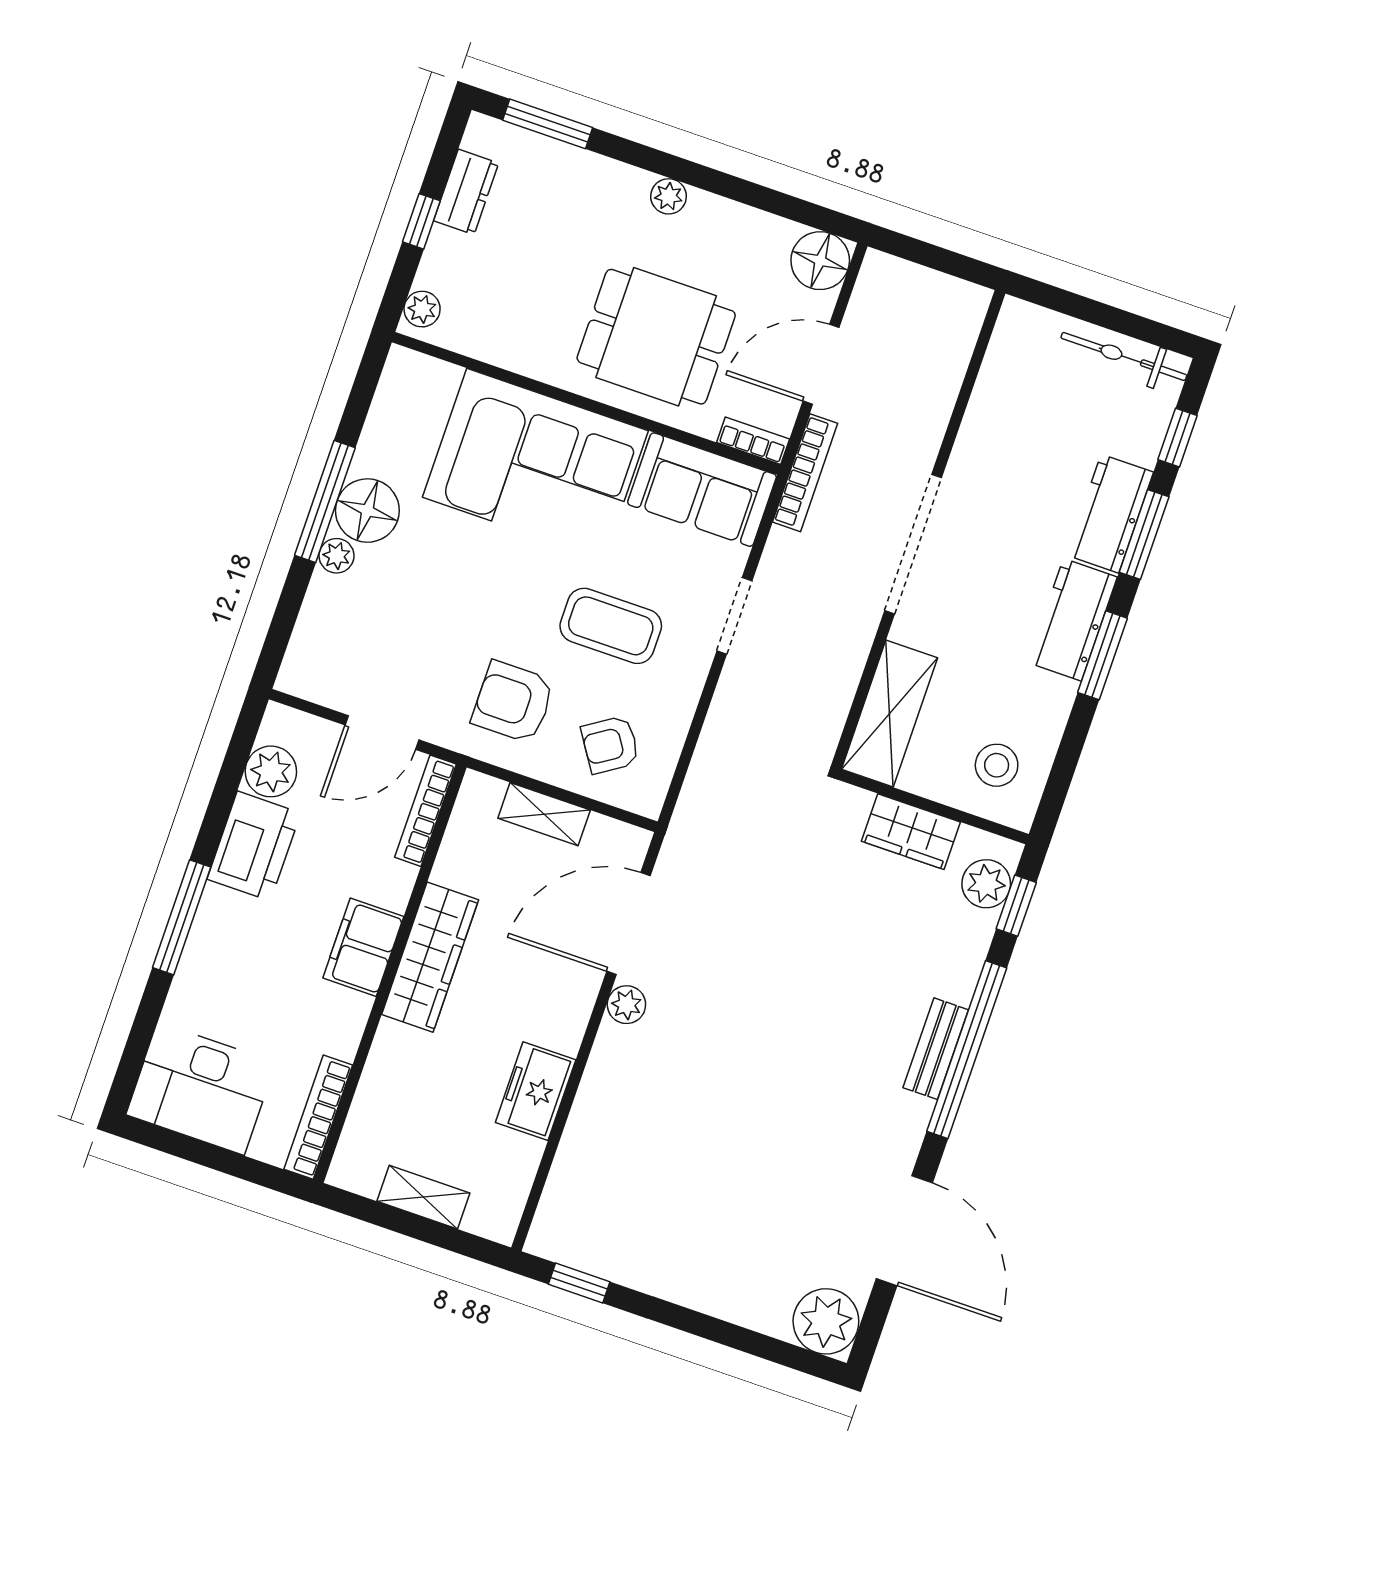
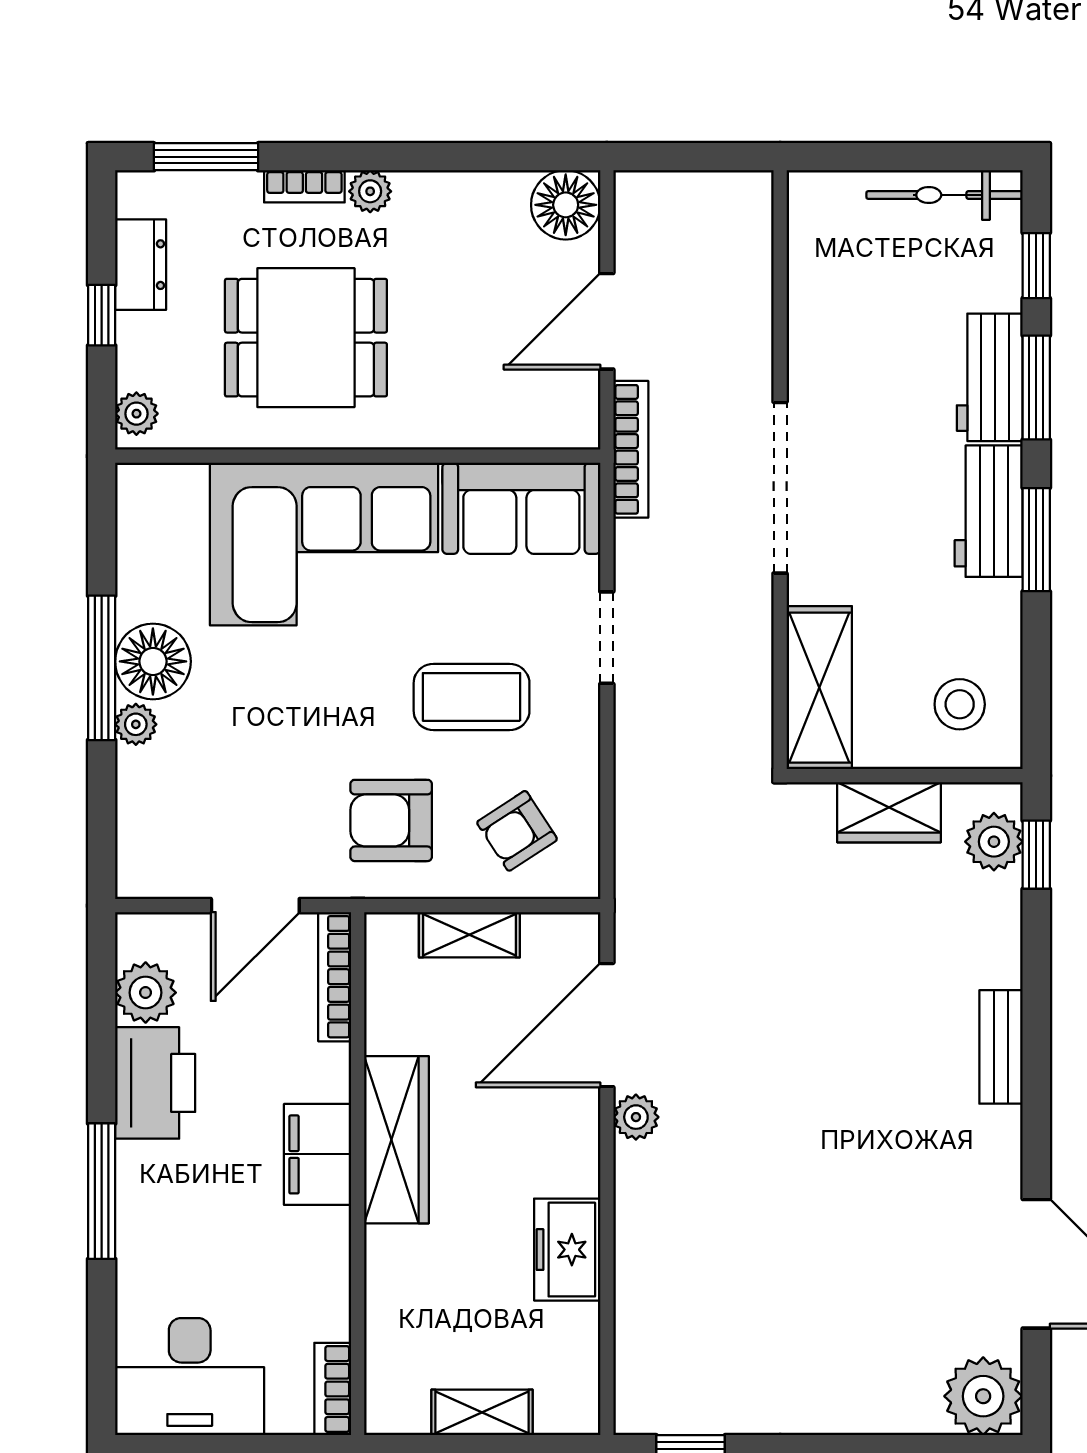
dining table: (656, 337) -> (306, 338), moved
bookcase: (753, 441) -> (304, 186), moved, turned 180
window: (967, 1050) -> (1036, 1036), removed
bookcase: (318, 1117) -> (333, 1389), width x0.64

